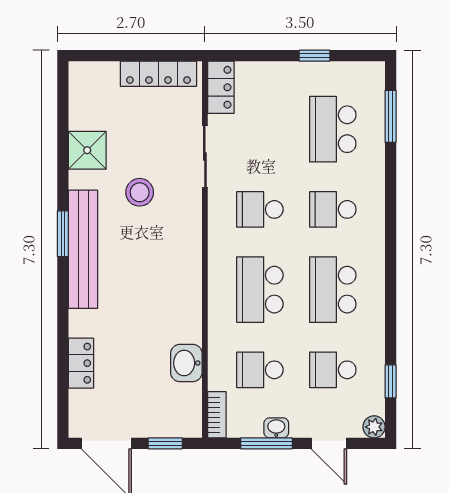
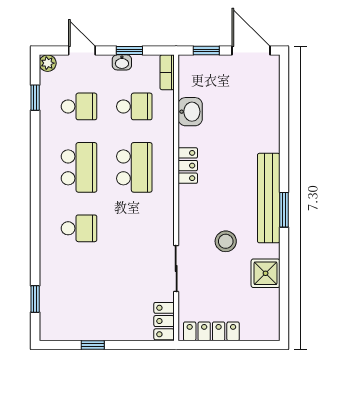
window: (391, 116) -> (35, 299), width x0.67
school desk: (333, 129) -> (79, 289), removed
school desk: (260, 209) -> (134, 228), removed
locker: (81, 363) -> (188, 166), moved, turned 180
window: (266, 443) -> (129, 51), width x0.67

